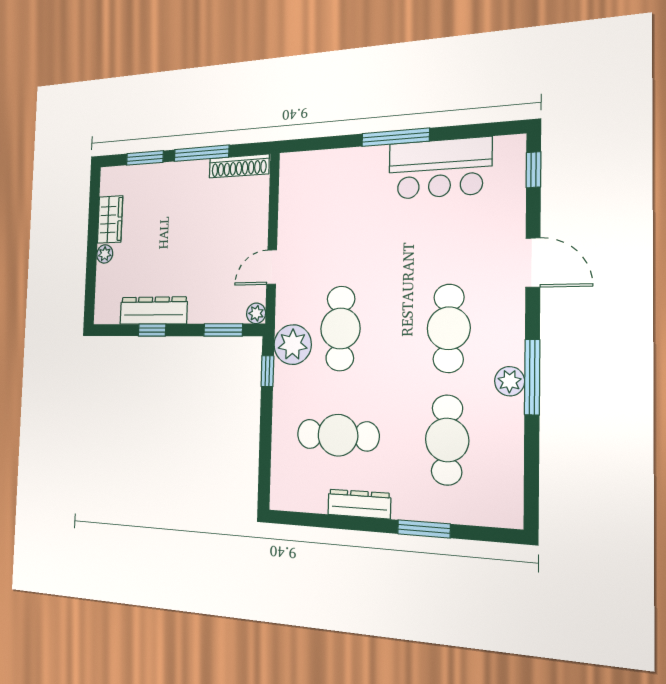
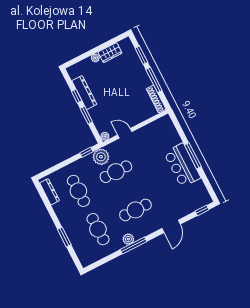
bar counter: (440, 168) -> (182, 165), moved
window: (223, 330) -> (86, 115), moved
cafe table: (447, 440) -> (98, 229), turned 90
dresser: (359, 504) -> (50, 192), moved

